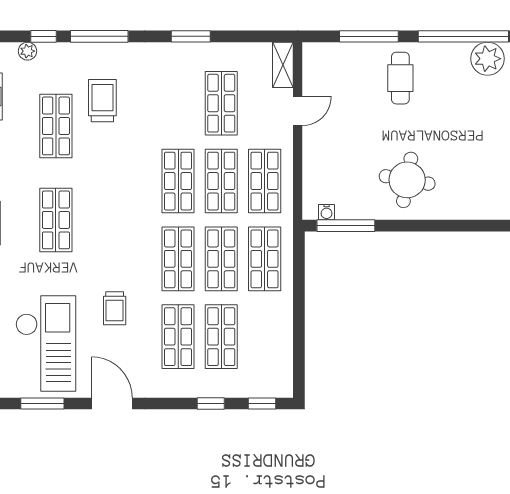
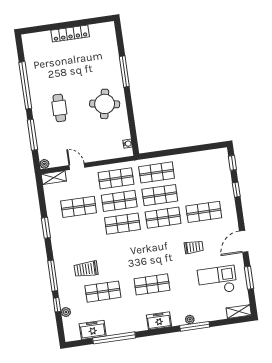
plant: (487, 59) -> (44, 164), moved, width x0.53, depth x0.53
cafe table: (400, 78) -> (59, 108), moved, turned 90
window: (346, 226) -> (124, 71), moved
shop shelf: (221, 337) -> (201, 189), removed
checkout: (46, 344) -> (217, 280), width x0.73, depth x0.83

